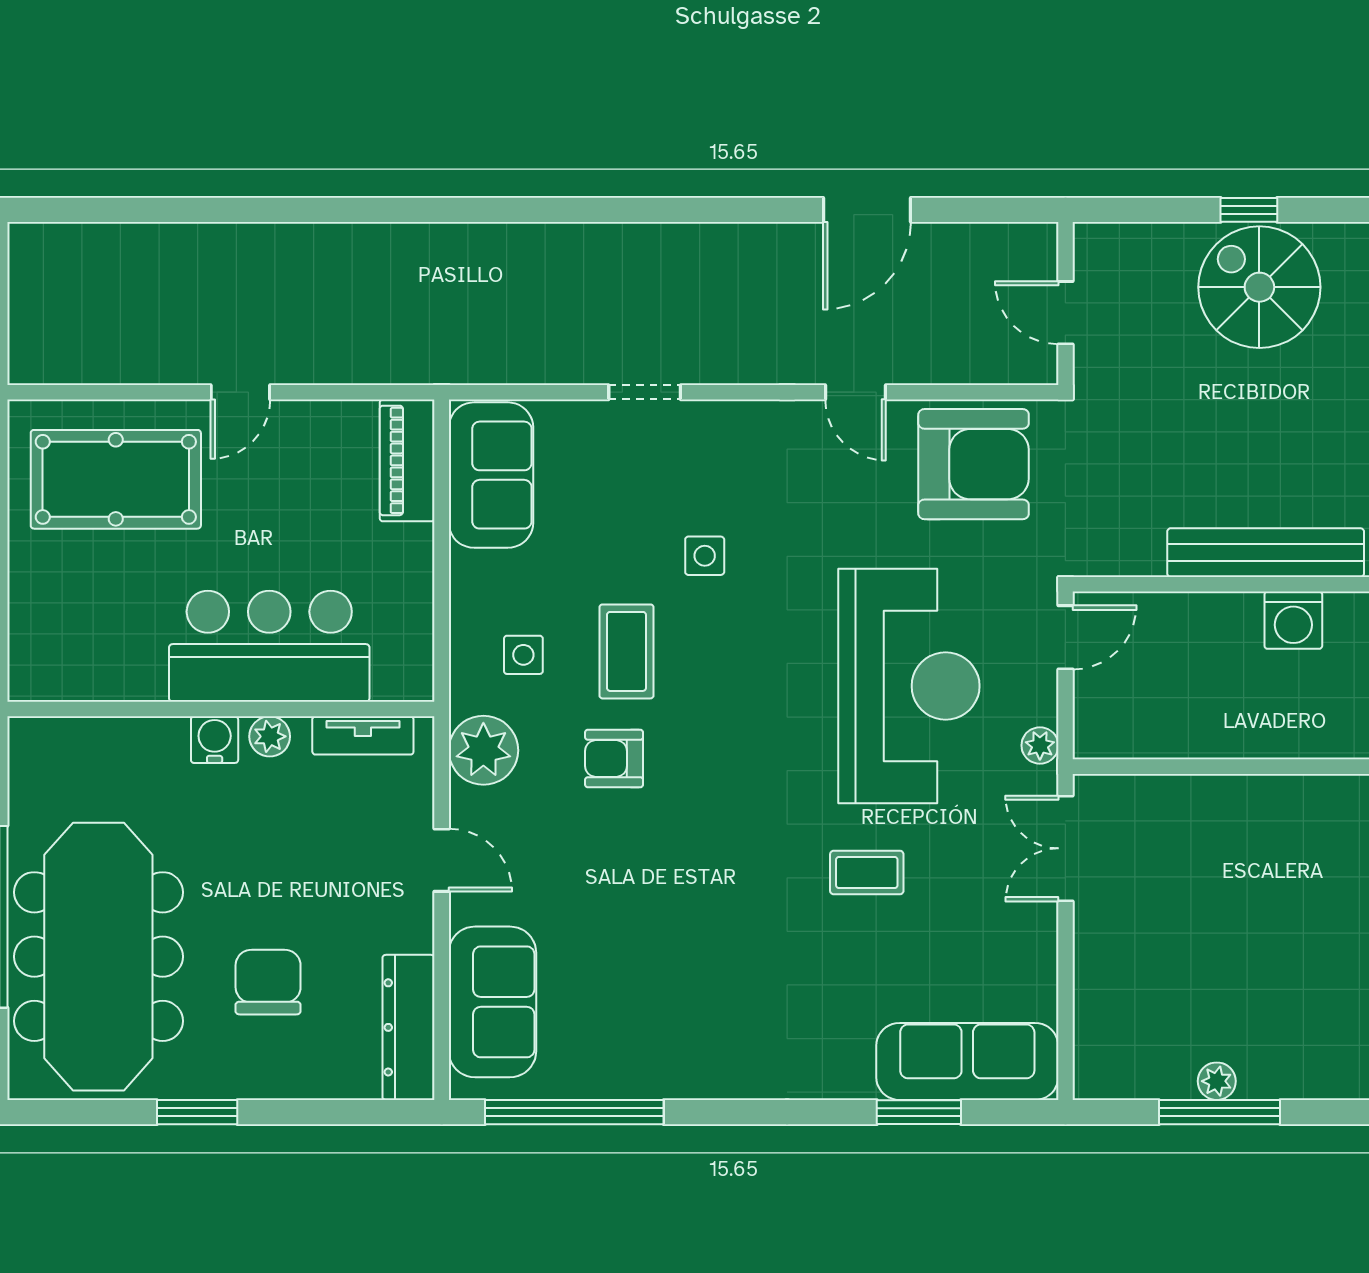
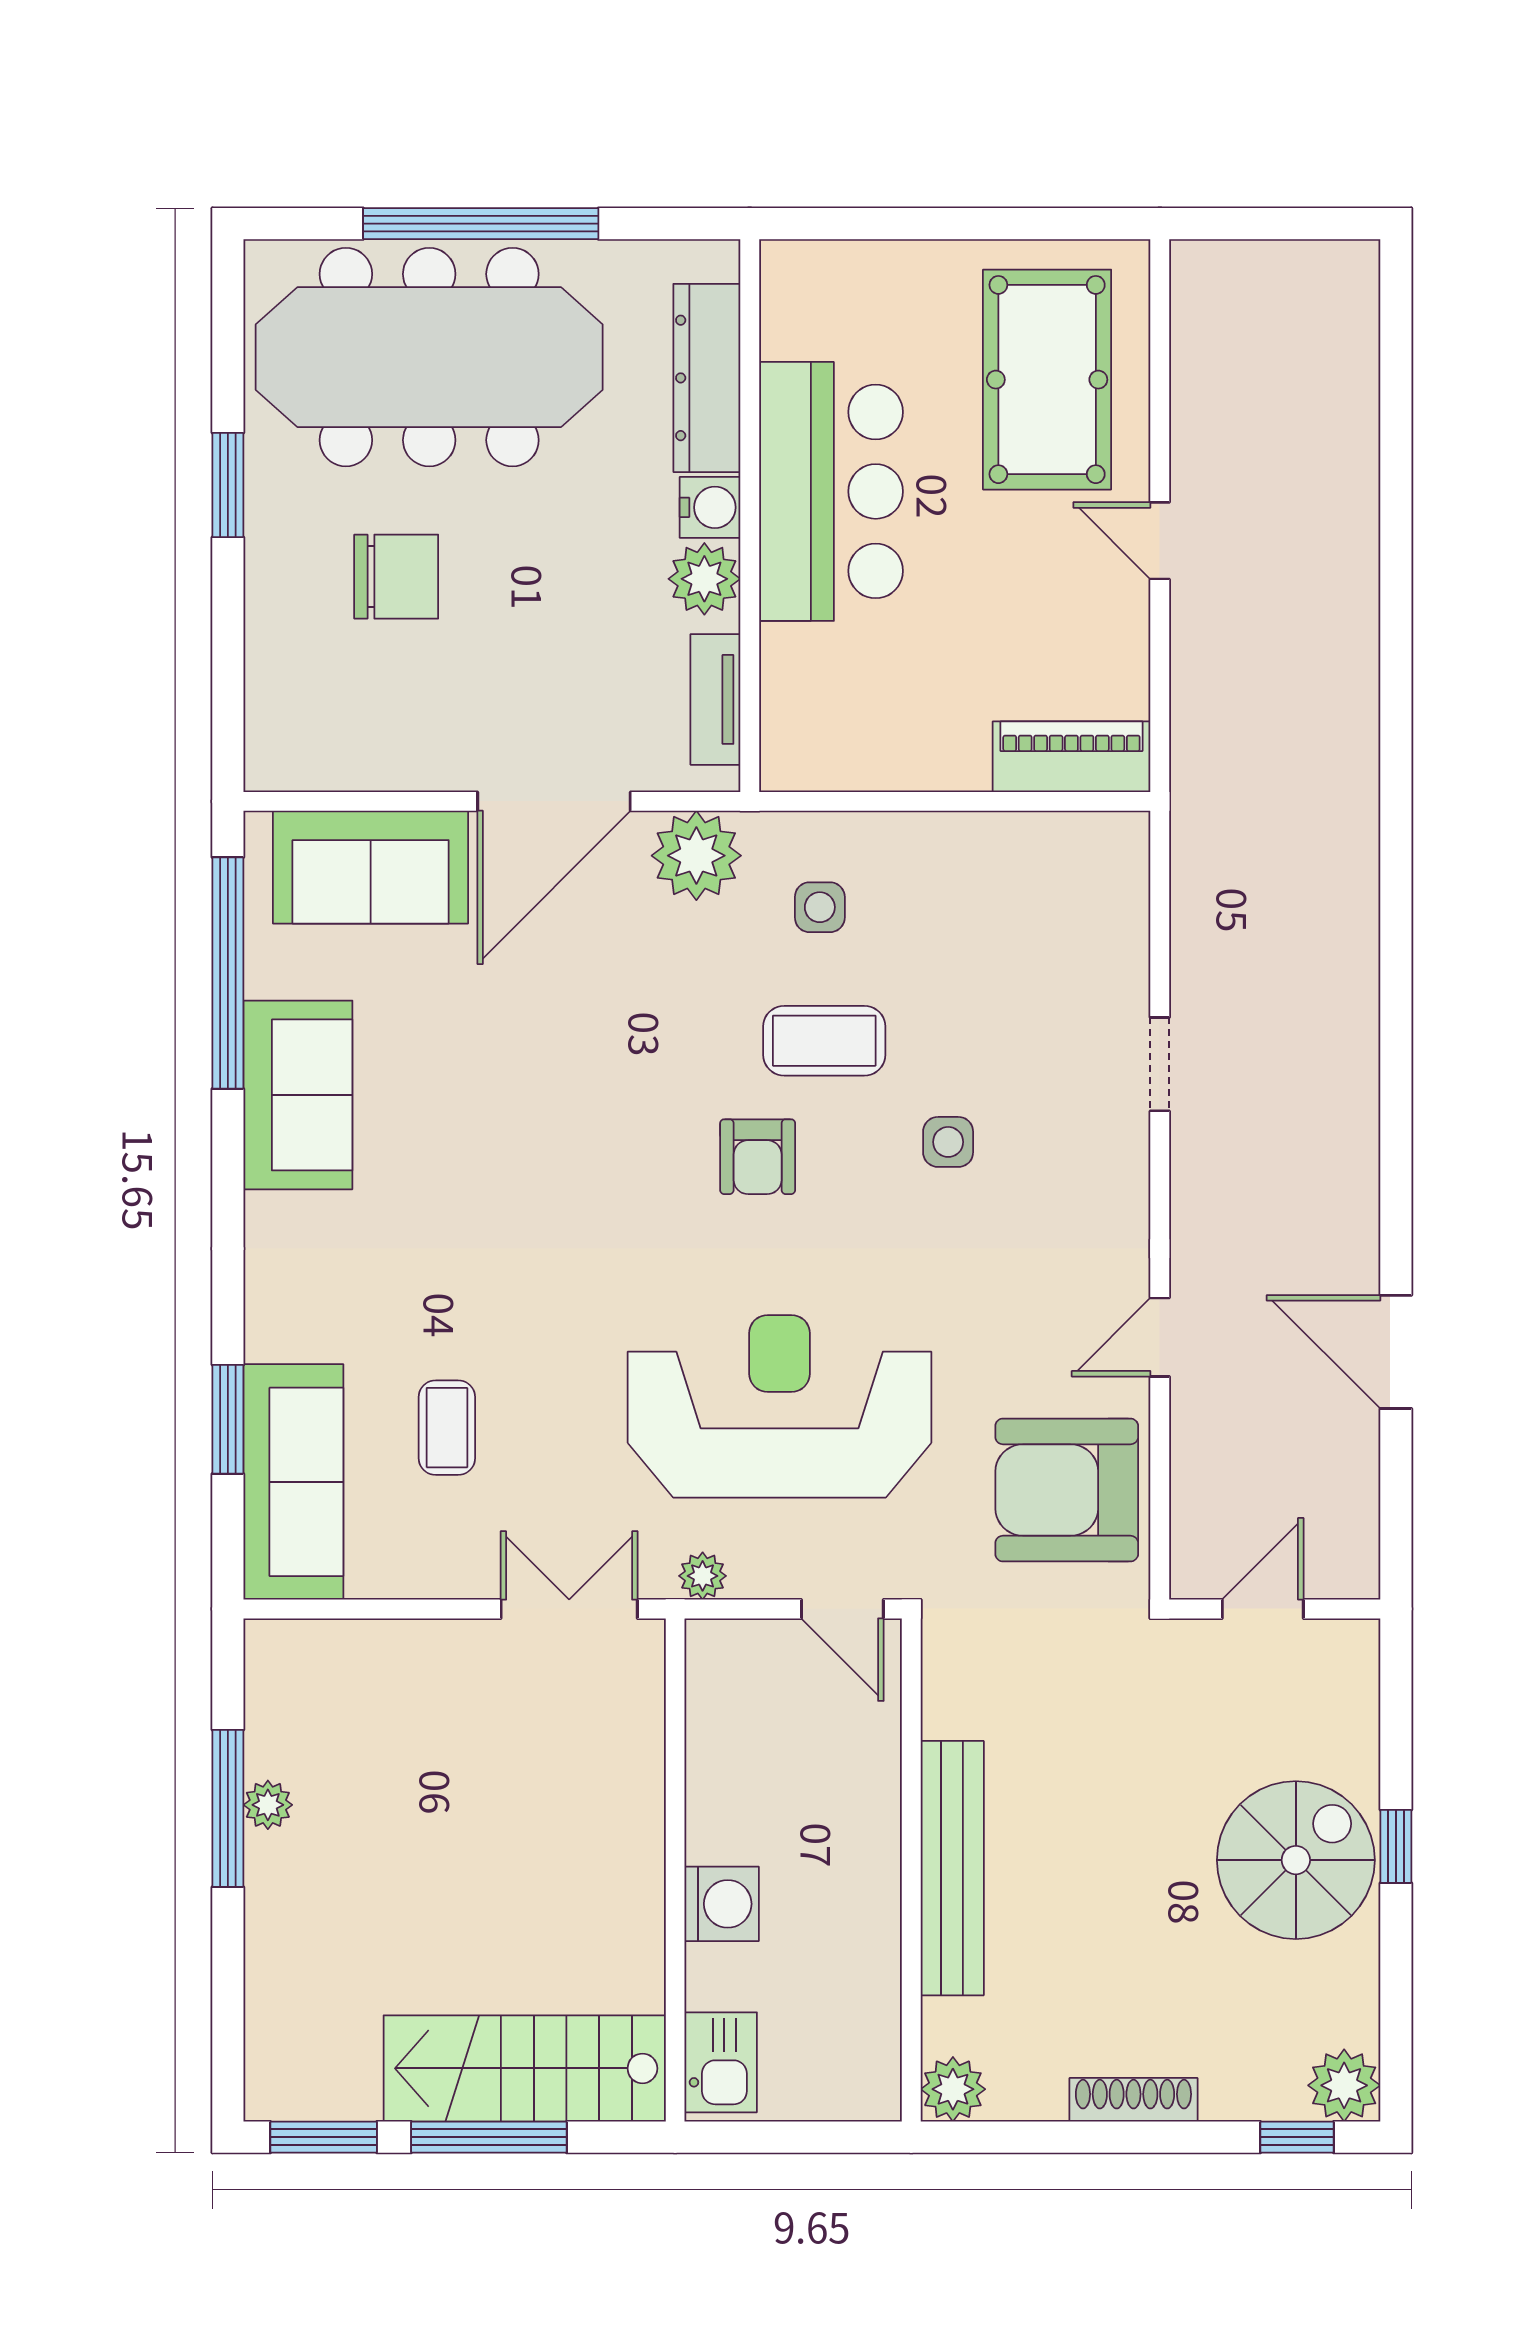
armchair: (974, 464) -> (1067, 1490), turned 90
sofa: (491, 475) -> (298, 1095), moved, turned -90
washing machine: (1293, 620) -> (722, 1904), moved, turned 180
bar counter: (269, 646) -> (831, 491), moved
reception desk: (909, 686) -> (780, 1406), turned 180
plant: (270, 736) -> (704, 579), width x1.38, depth x1.38
armchair: (614, 758) -> (758, 1157), moved, turned 180
door: (442, 860) -> (554, 801), width x1.88
coffee table: (867, 873) -> (447, 1428), moved
dresser: (408, 1027) -> (707, 378), moved, turned -90

